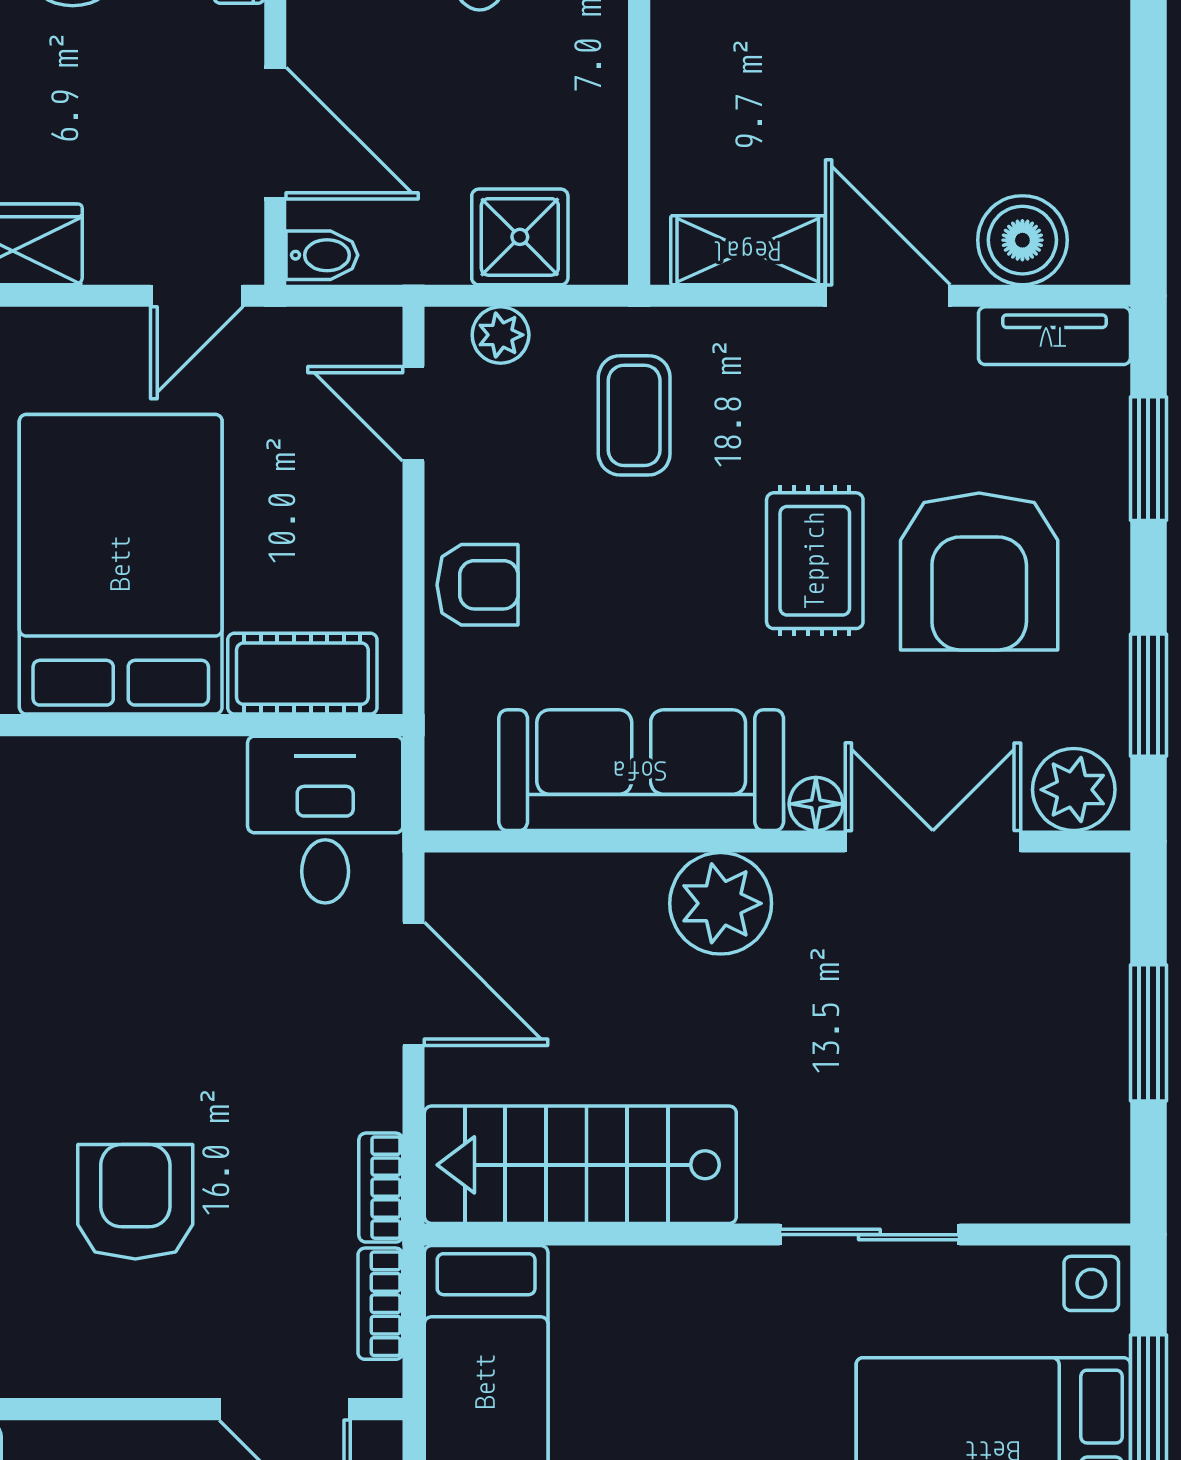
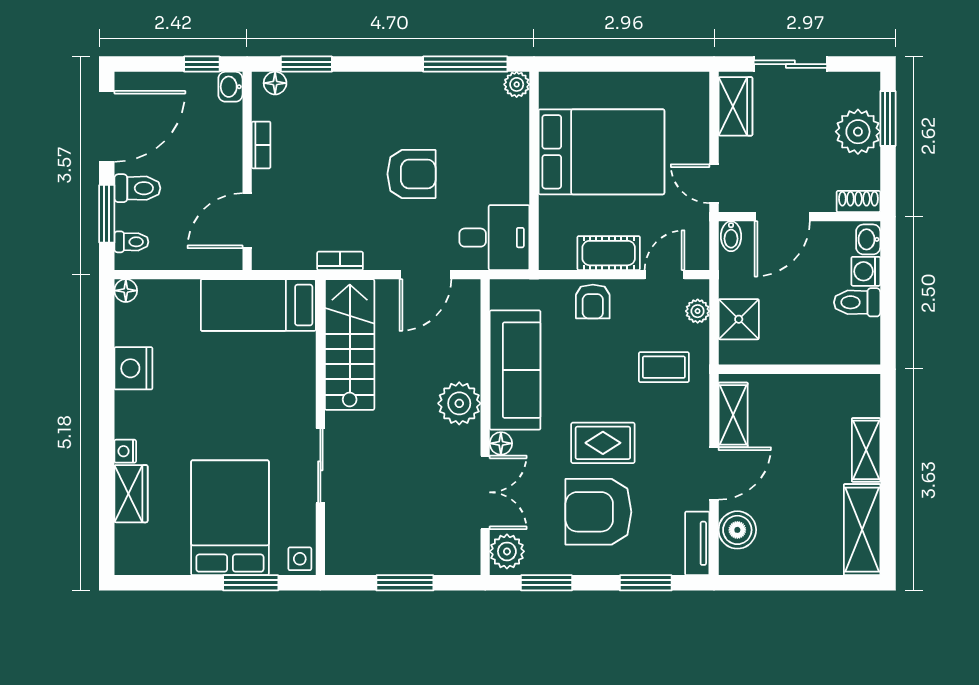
cot: (302, 674) -> (609, 253), moved, turned 90
armchair: (135, 1202) -> (411, 174), moved
bookcase: (380, 1304) -> (261, 145), moved, turned 90

